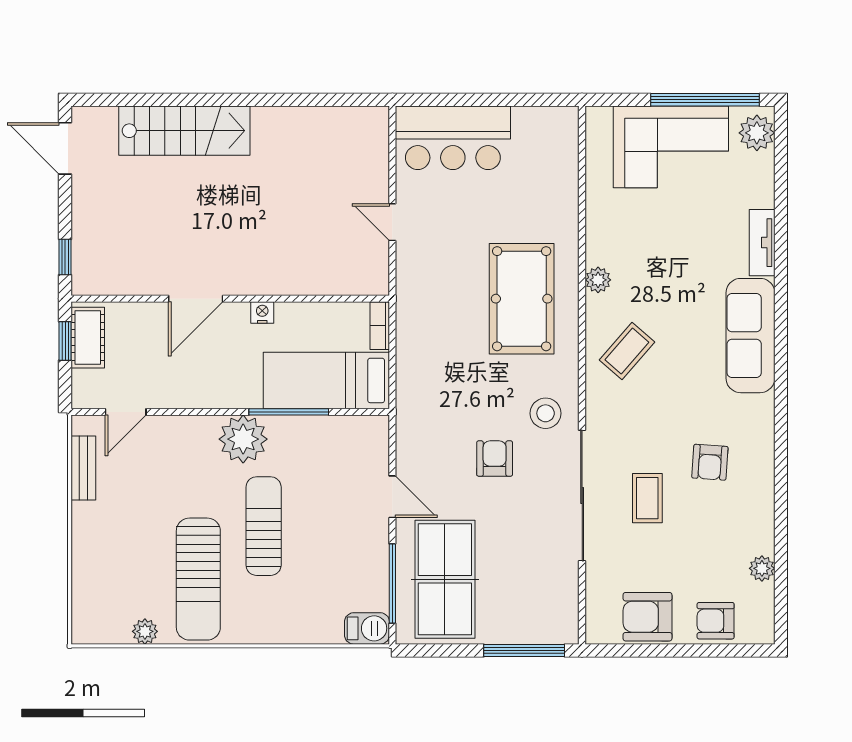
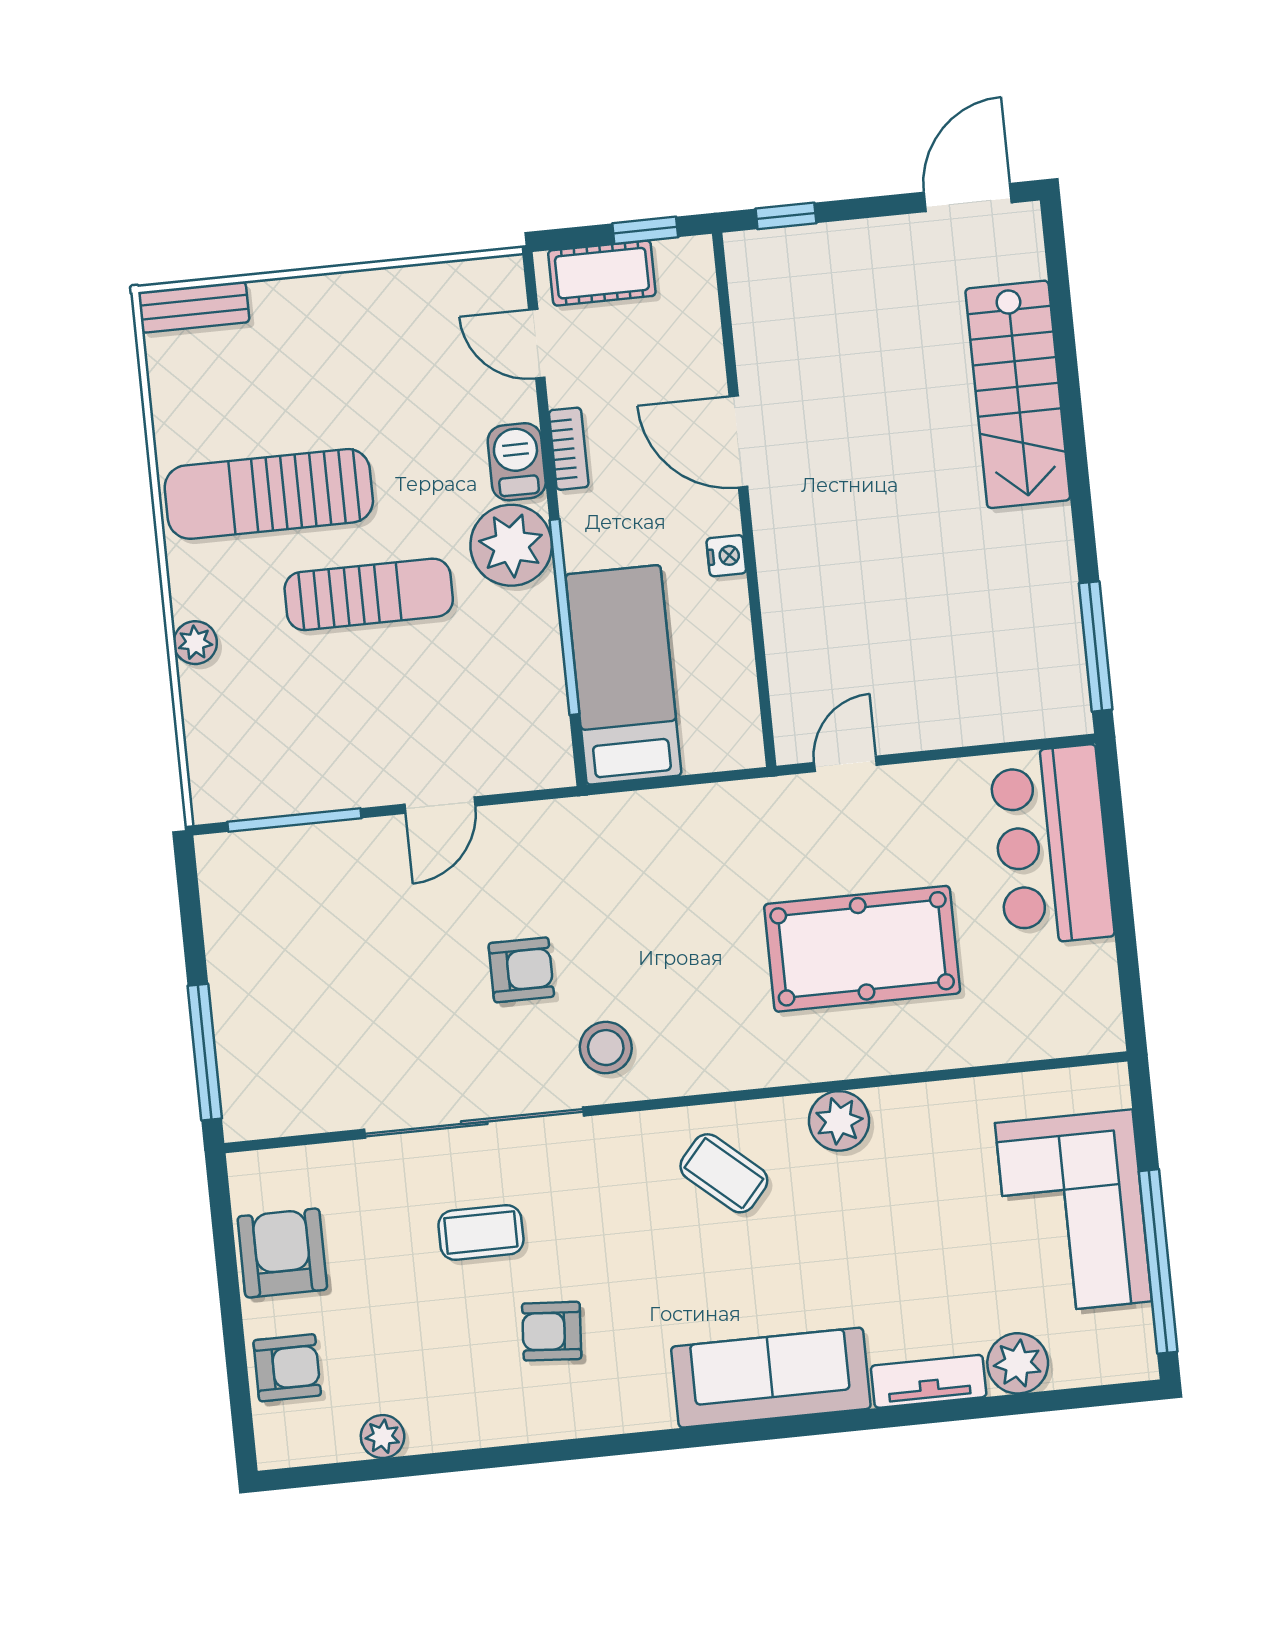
window: (338, 100) -> (1096, 646), added
plant: (757, 133) -> (1018, 1363), moved
door: (392, 222) -> (845, 764), moved
plant: (598, 280) -> (839, 1121), width x1.38, depth x1.38
pool table: (522, 299) -> (862, 949), moved
bookcase: (380, 326) -> (569, 449), moved, turned 90
cot: (88, 338) -> (602, 273), moved
window: (289, 412) -> (564, 617), width x1.46
bench: (83, 468) -> (194, 307), moved
table tennis table: (445, 579) -> (311, 907), removed
armchair: (716, 621) -> (287, 1368), turned 90
barbecue: (367, 628) -> (517, 462), moved, turned 180
plant: (145, 631) -> (195, 643), moved

